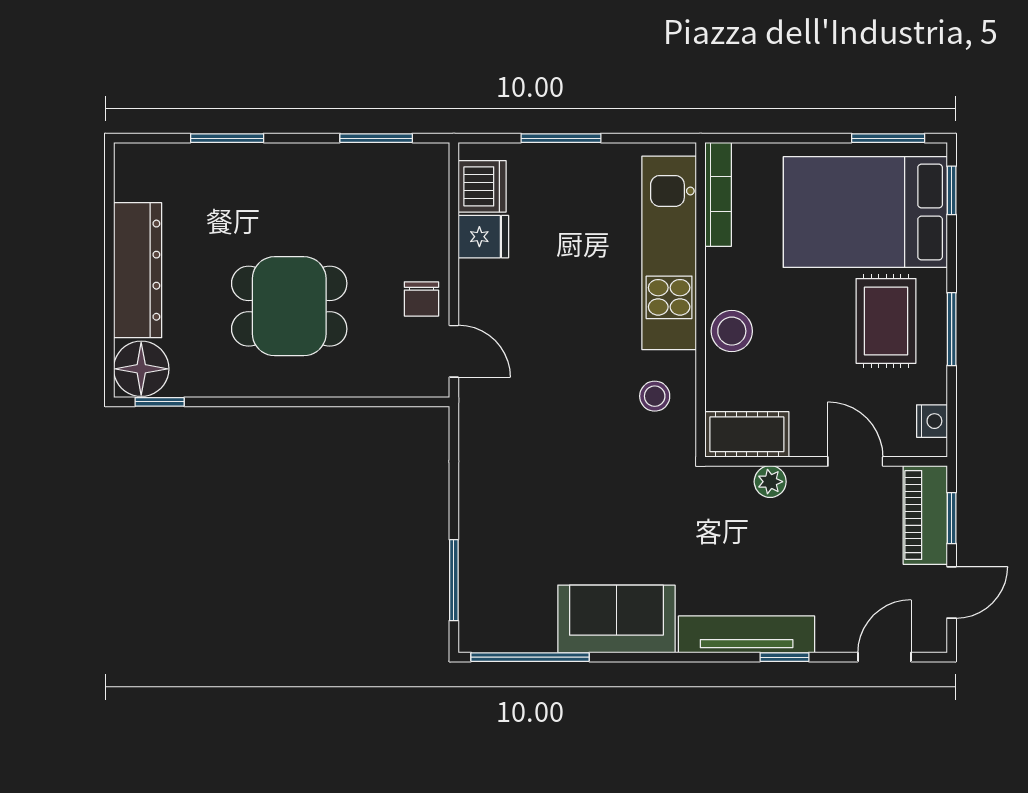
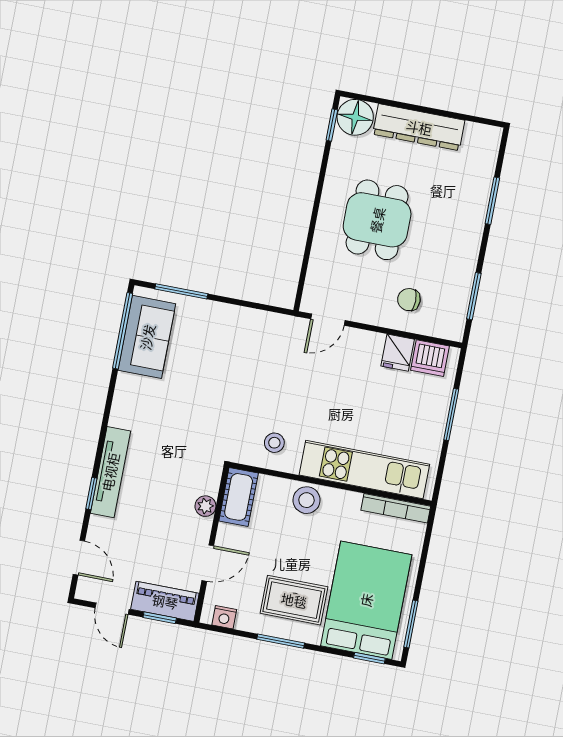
chair: (421, 299) -> (409, 300), moved
sofa: (616, 619) -> (147, 337), moved

